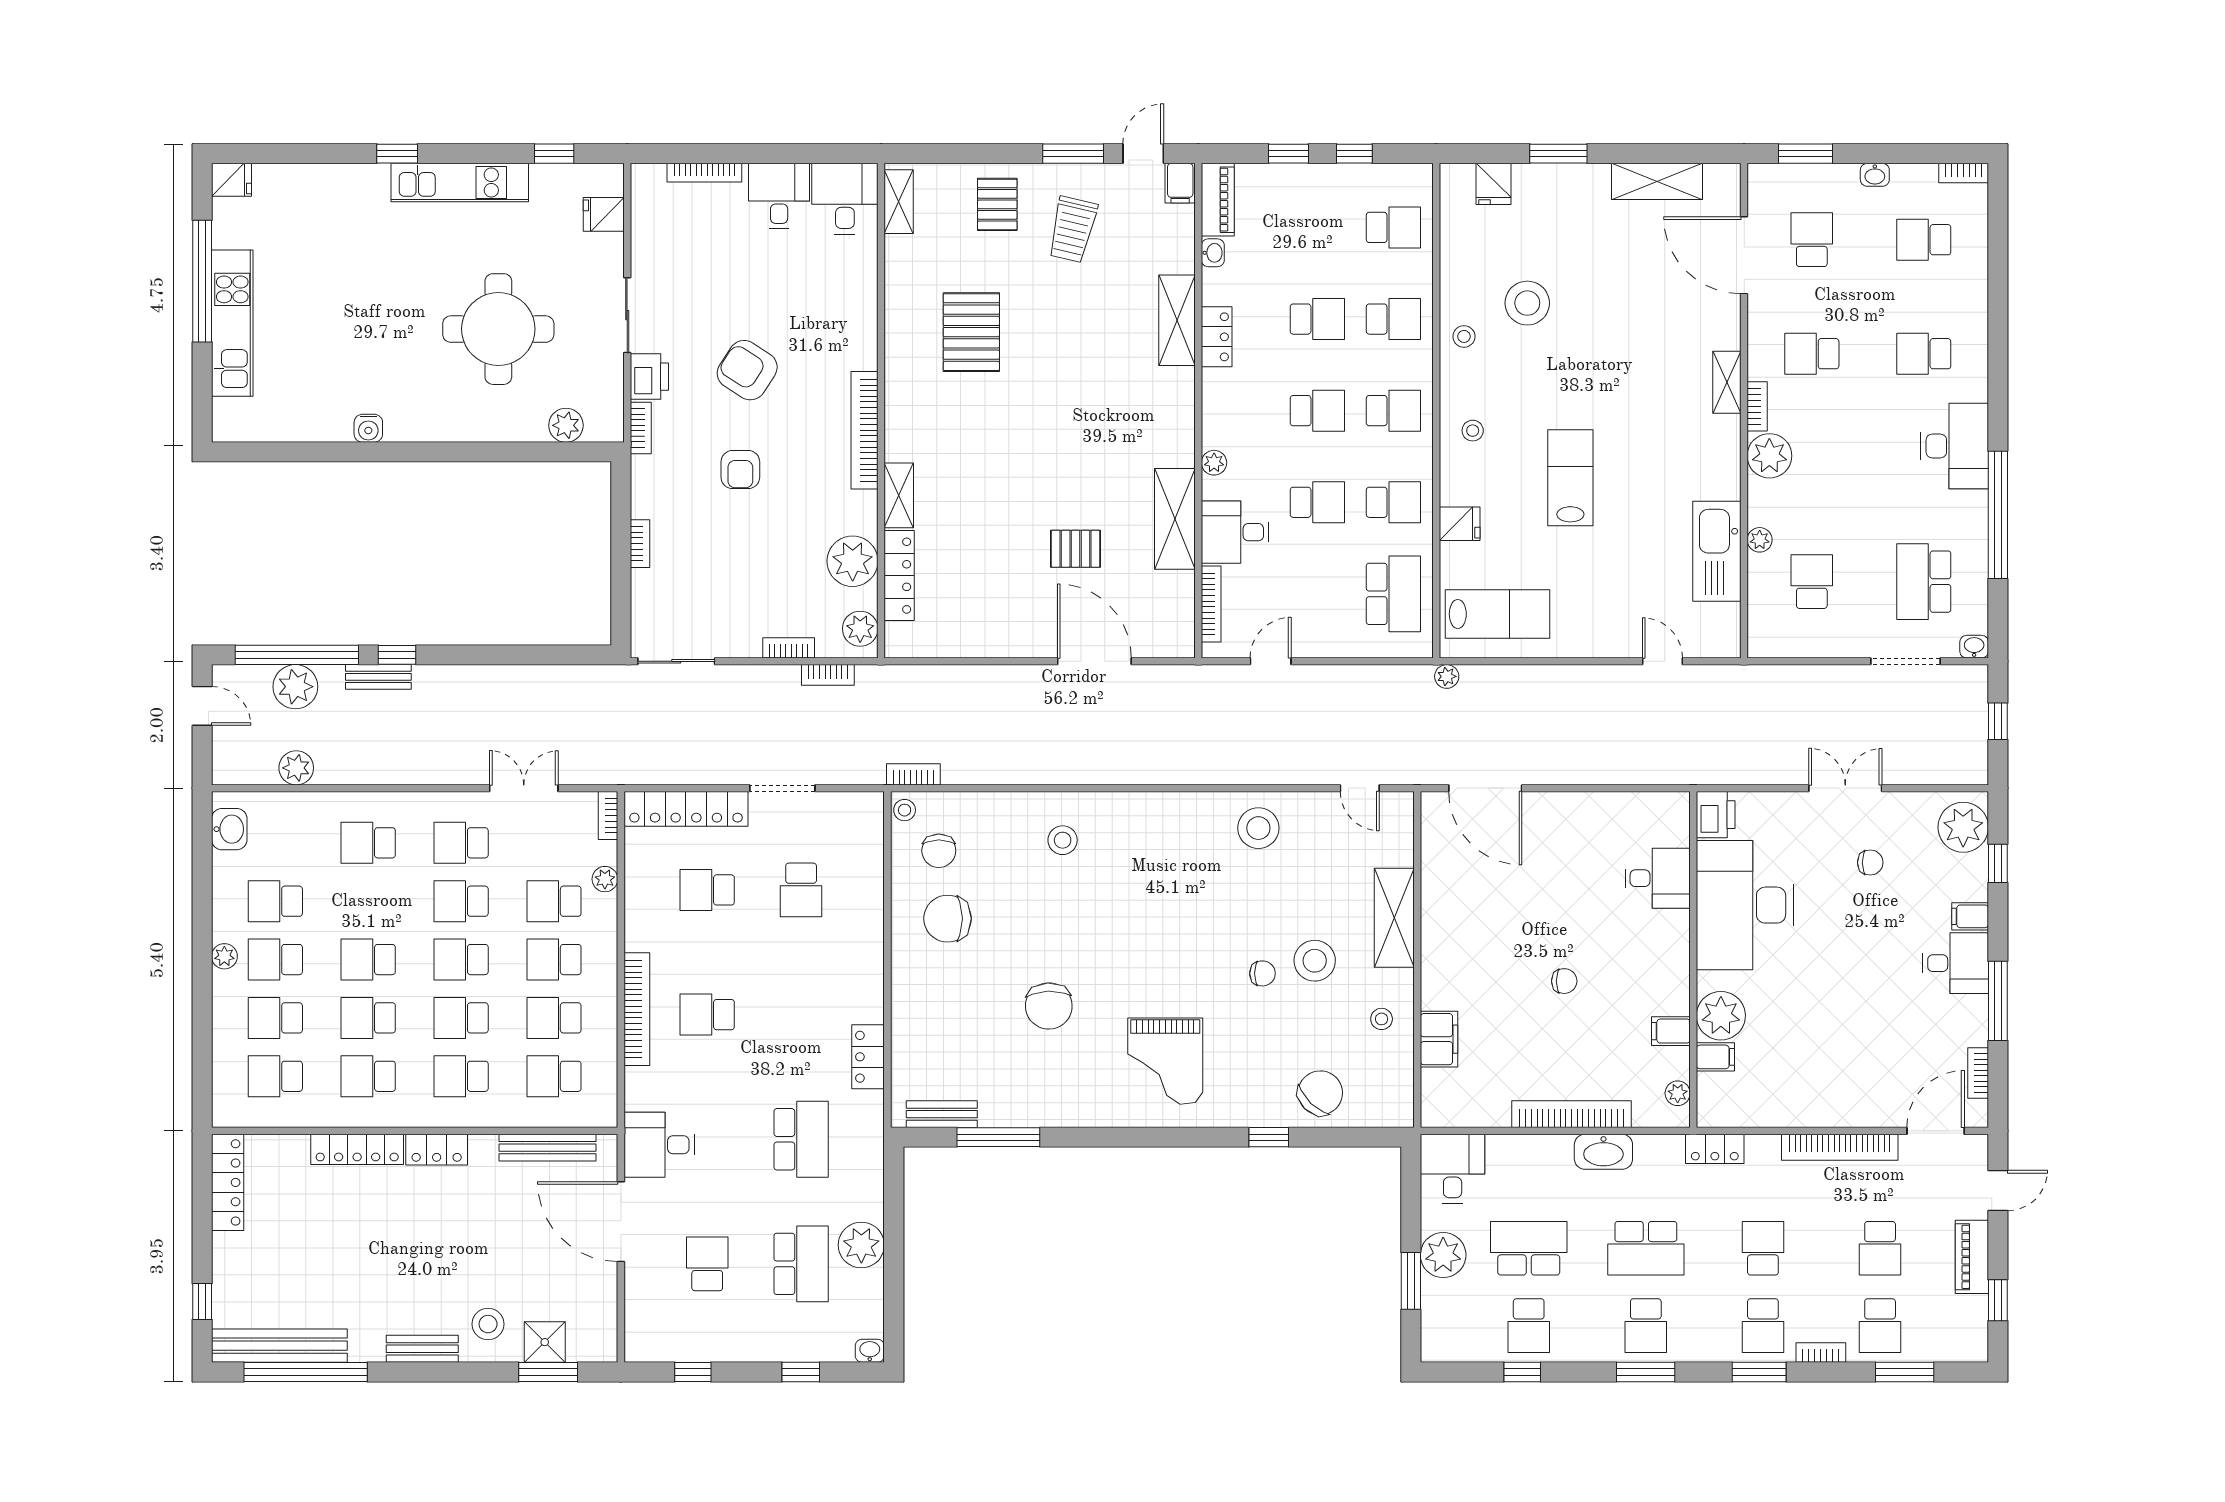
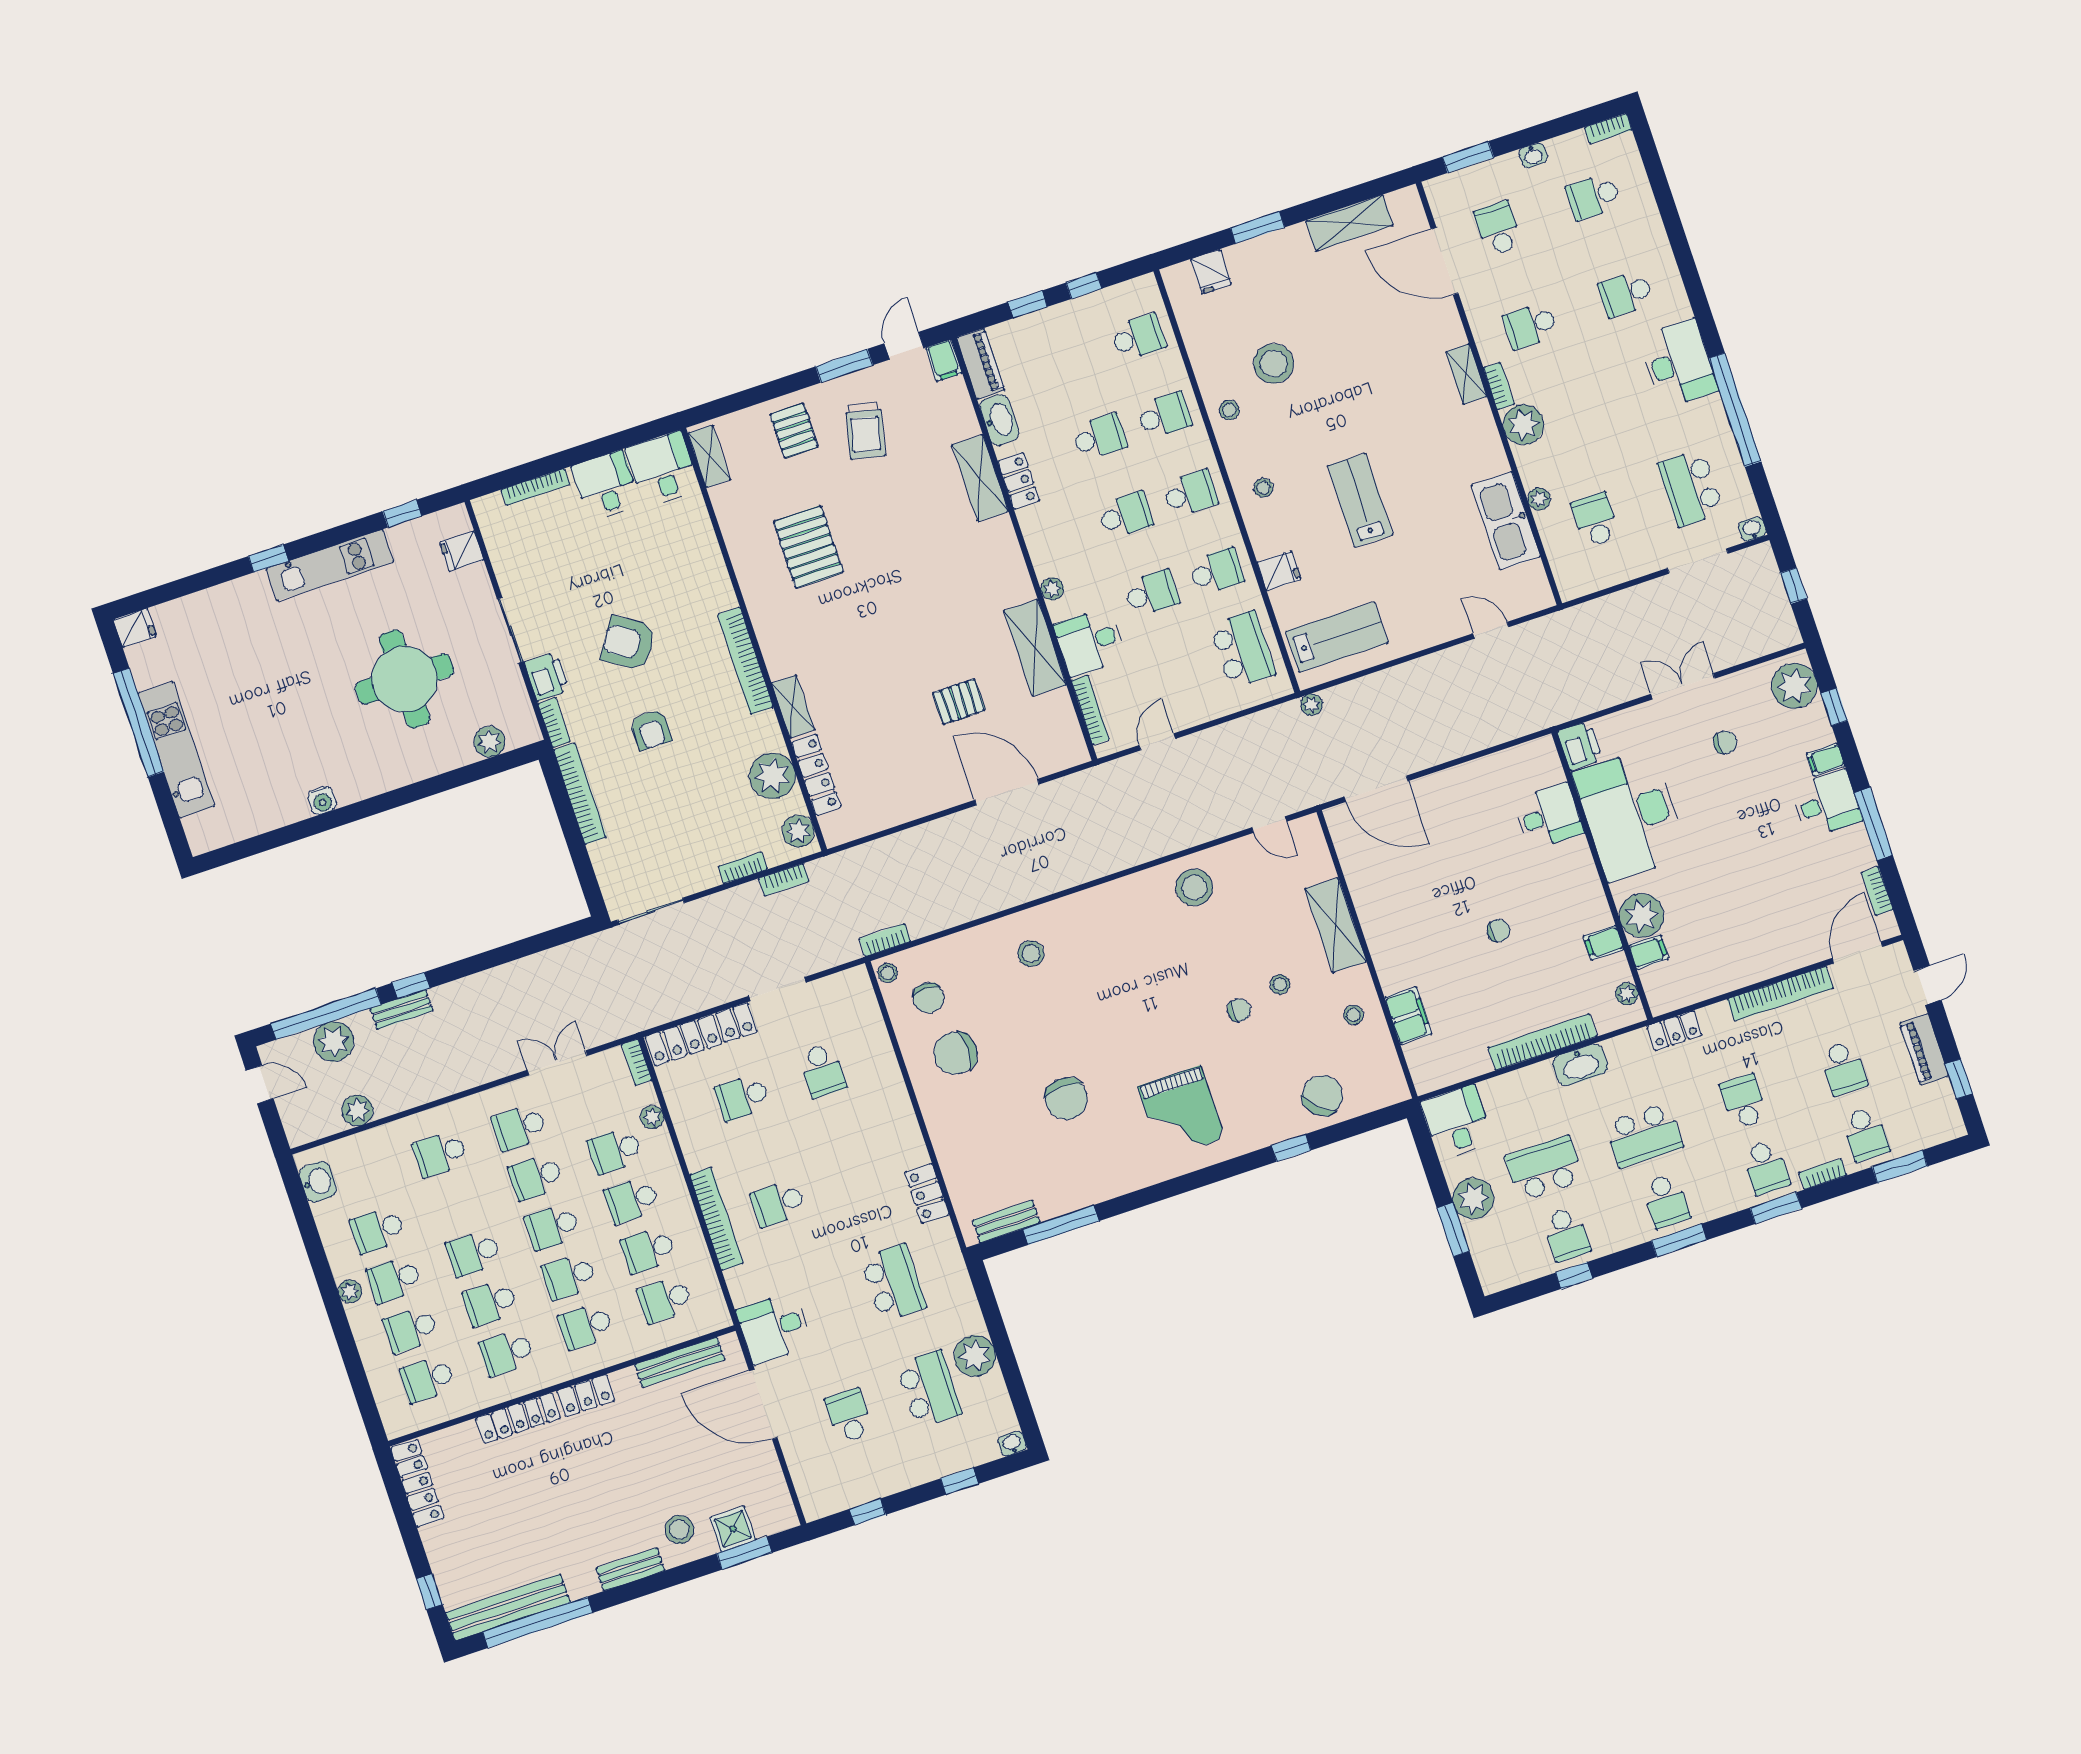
washbasin: (1213, 253) -> (999, 420), width x1.91, depth x1.45
bookcase: (640, 544) -> (580, 794), width x2.31, depth x1.31
stool: (1315, 961) -> (1280, 984), width x0.53, depth x0.53

